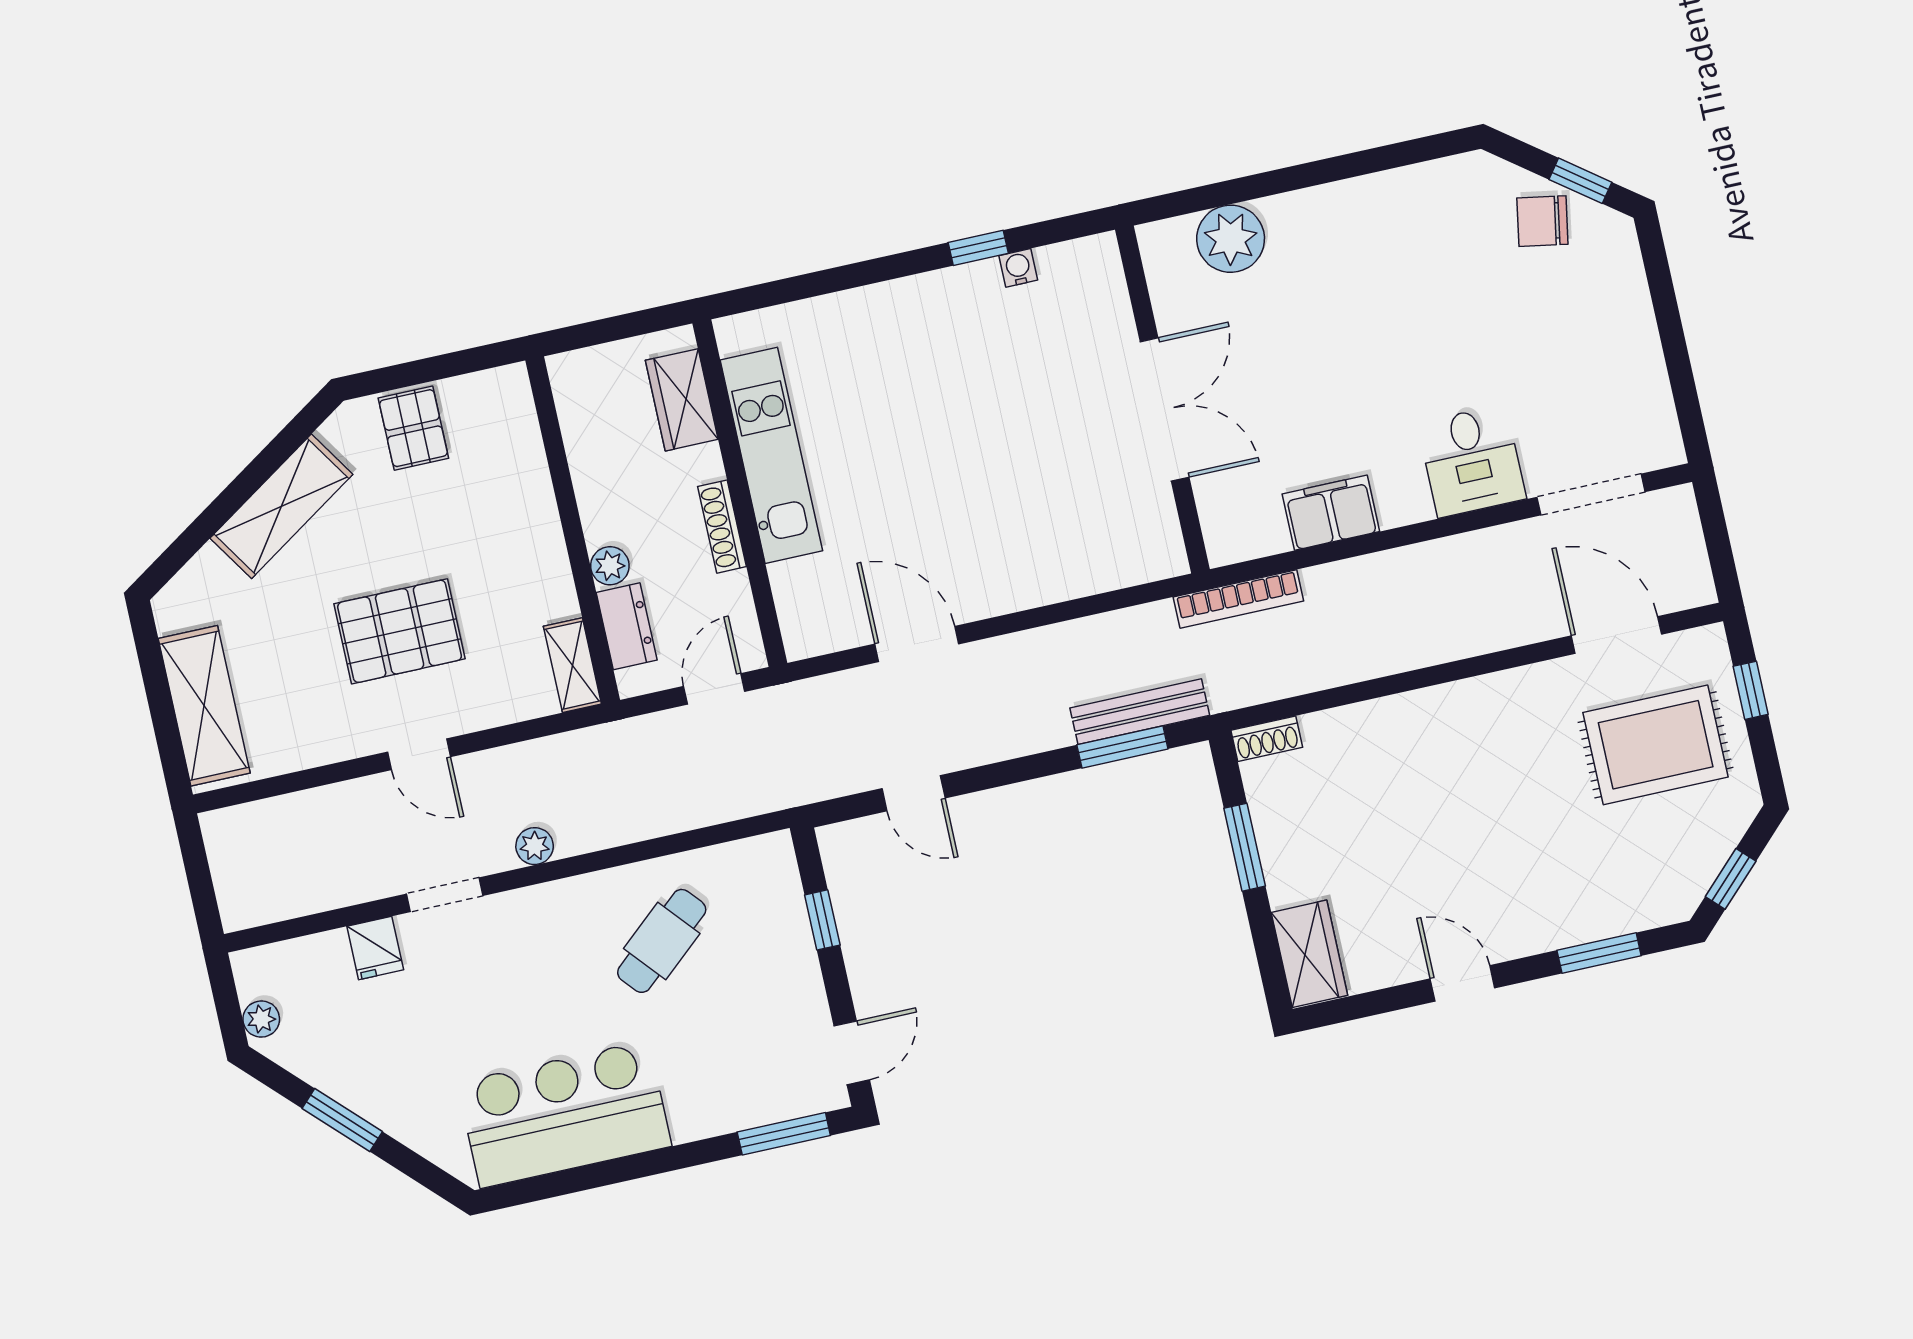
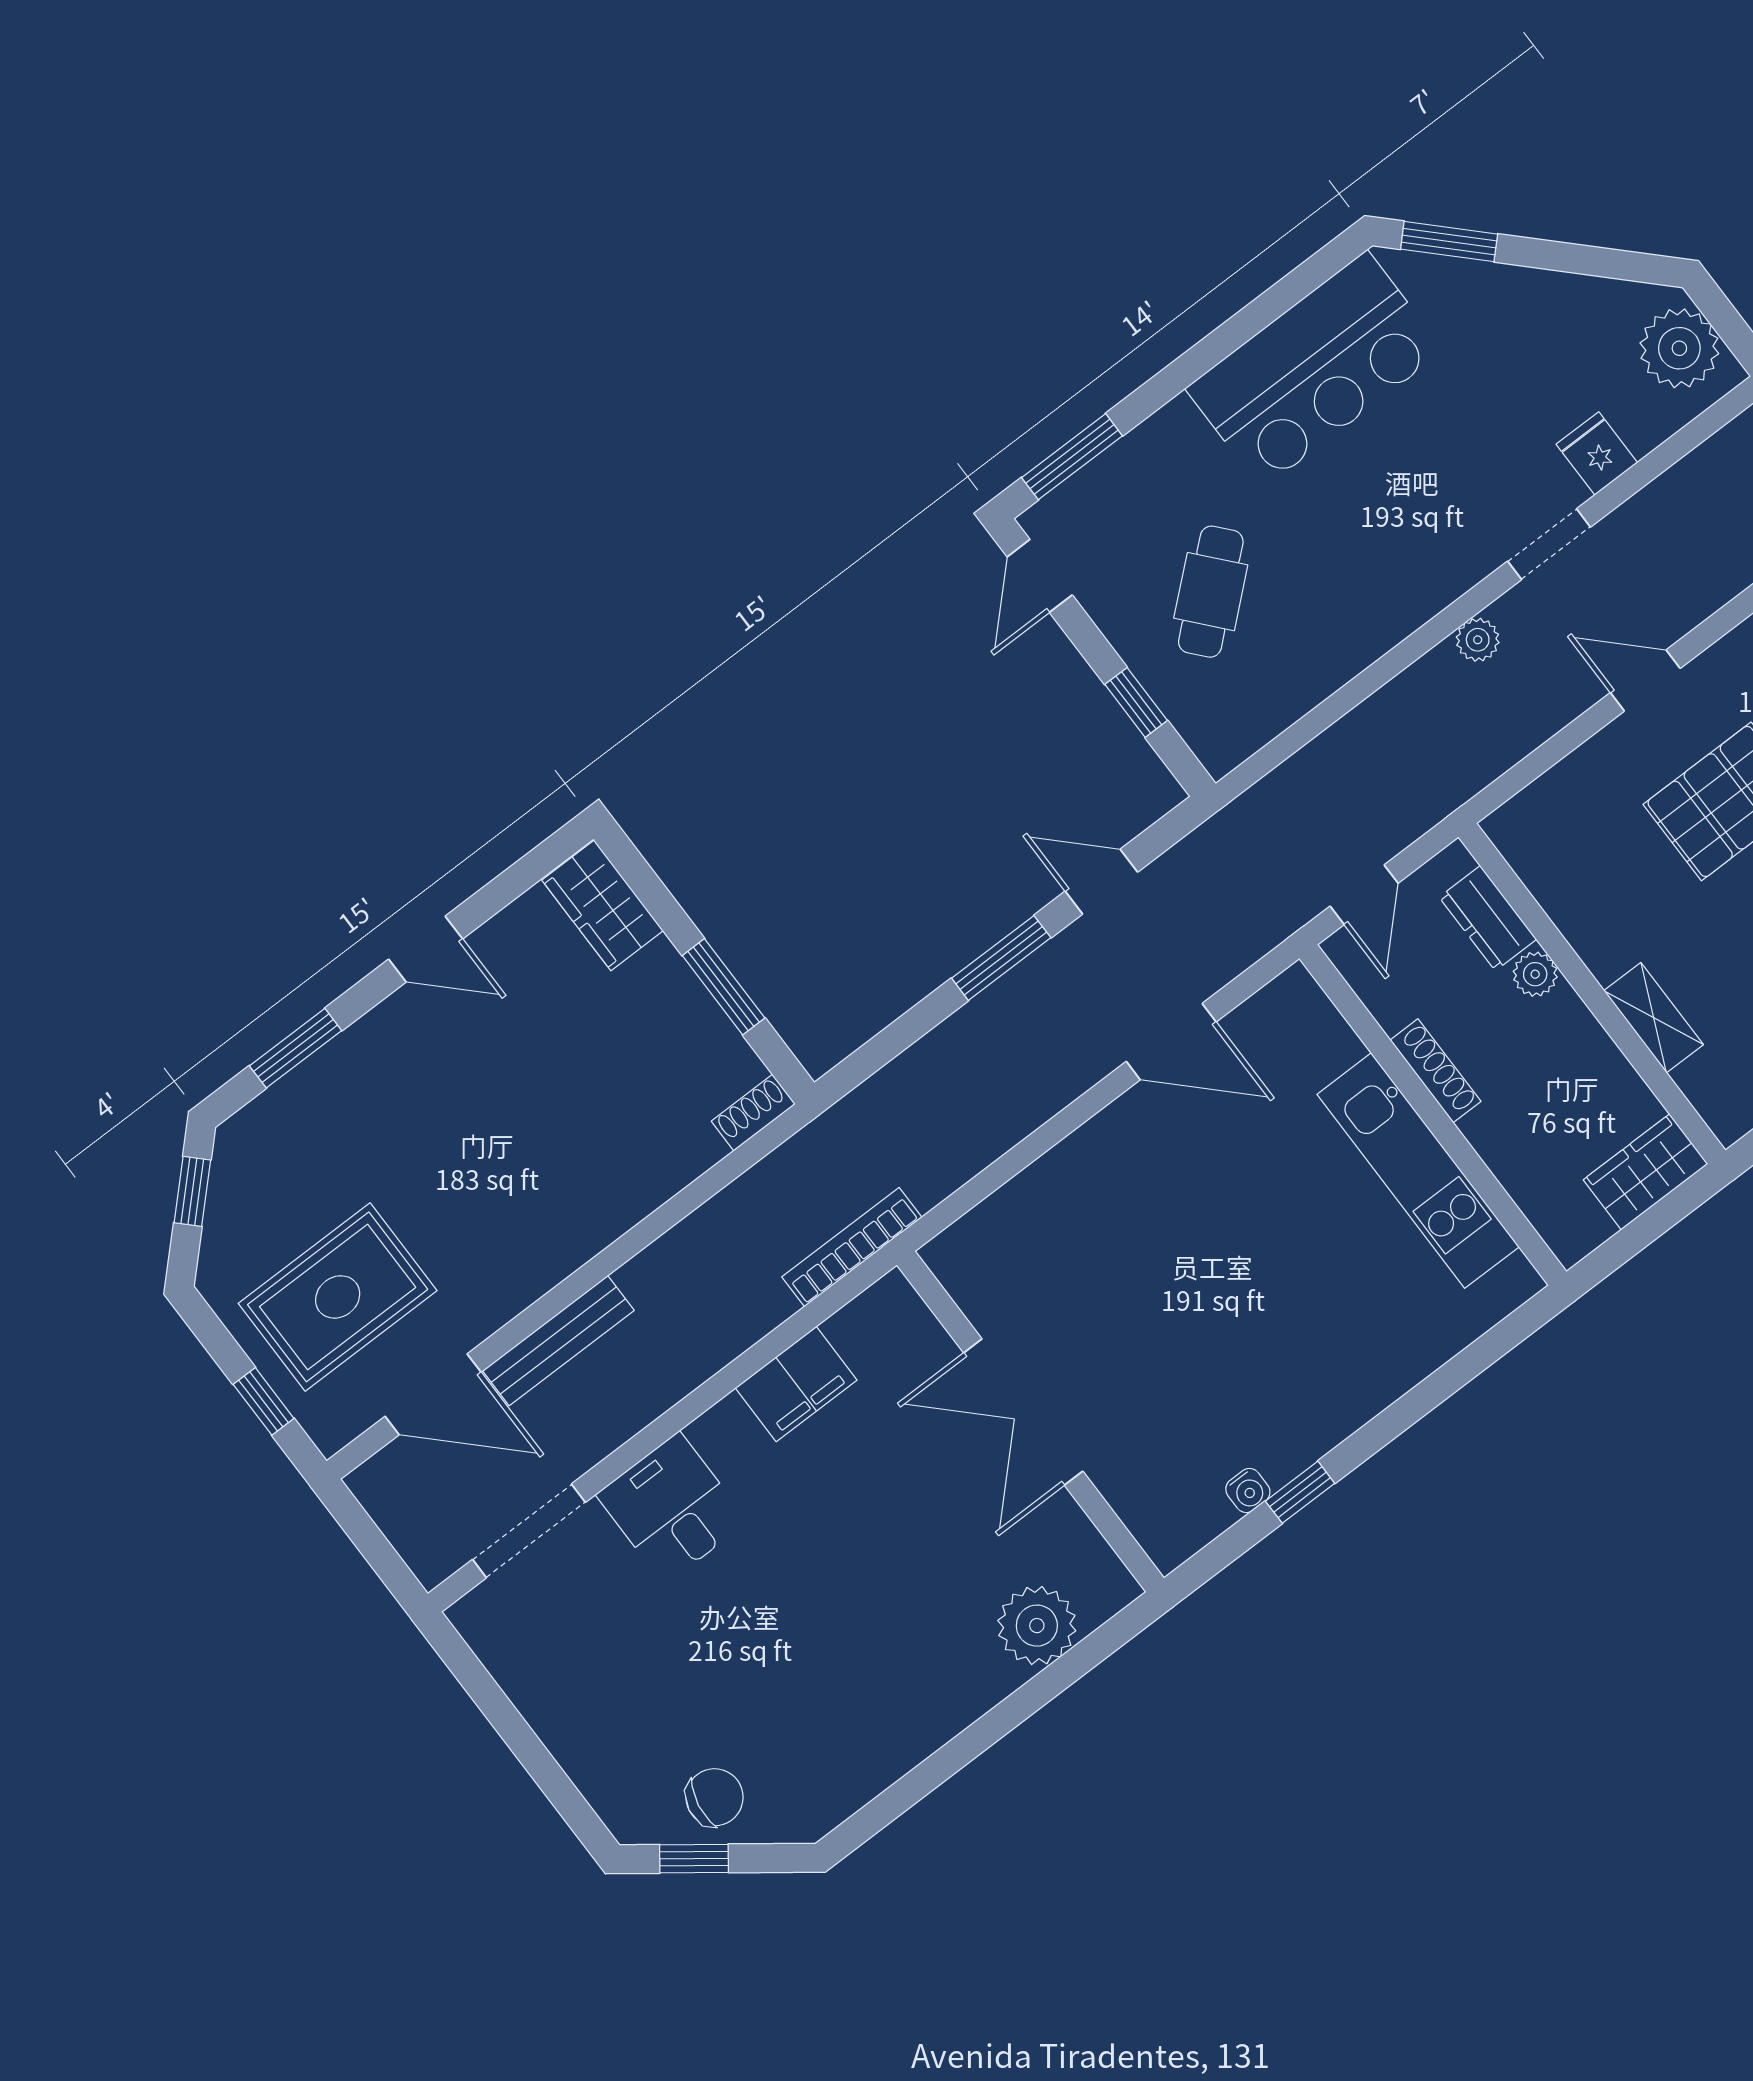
wardrobe: (682, 400) -> (1645, 1172), moved, turned -90
shelving: (572, 665) -> (1654, 1018), moved
bench: (1140, 712) -> (558, 1341), moved
window: (1122, 747) -> (1001, 958), moved
cafe table: (662, 941) -> (1211, 592), moved
plant: (261, 1019) -> (1679, 348), width x1.88, depth x1.88
window: (342, 1120) -> (1449, 242), moved

